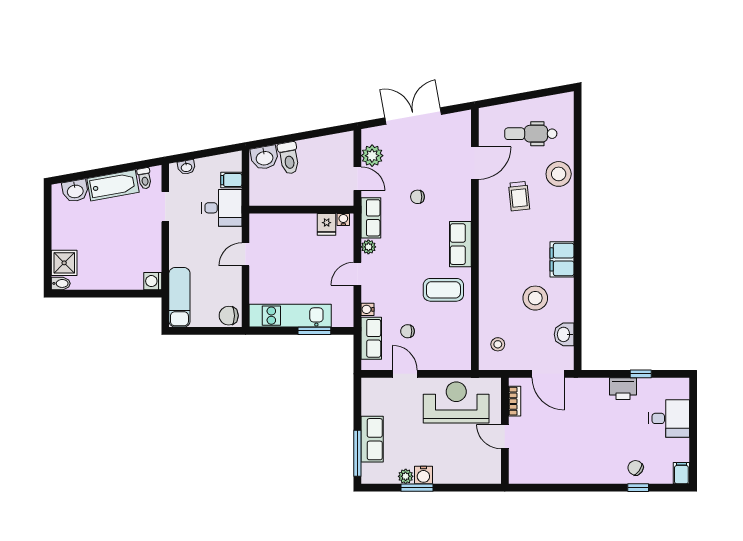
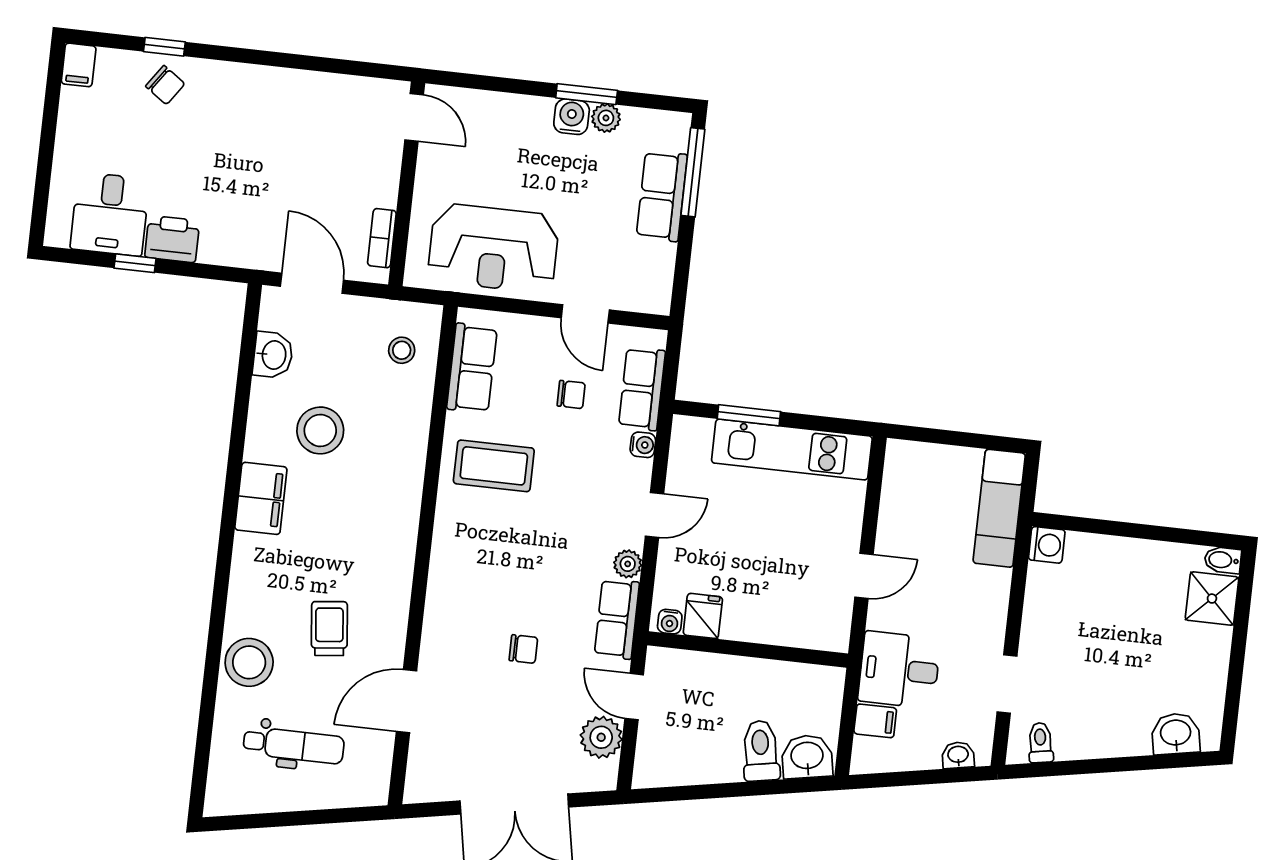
bathtub: (113, 185) -> (1102, 736), removed
row of seats: (460, 244) -> (472, 368), moved
chair: (229, 316) -> (909, 463), removed
desk: (669, 418) -> (110, 214), moved, turned -90
door: (505, 437) -> (414, 117), moved

